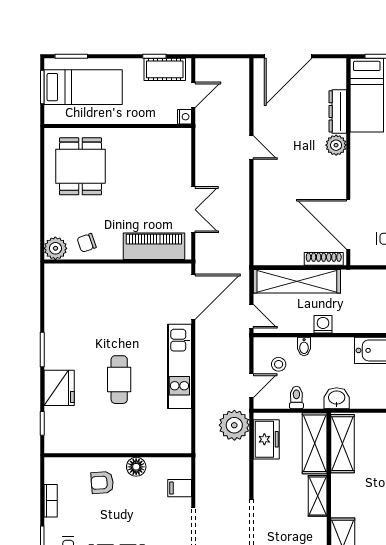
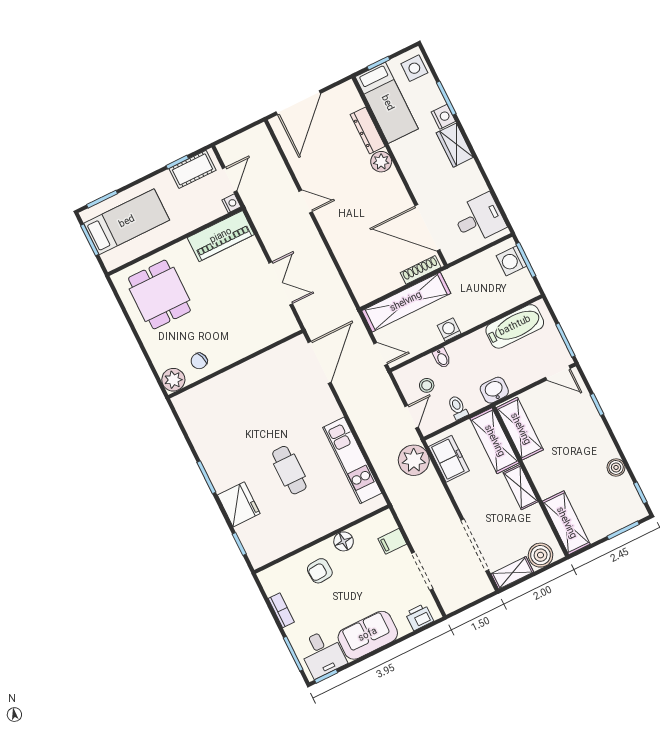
piano: (154, 246) -> (221, 236), moved, turned 180
kitchen unit: (179, 366) -> (352, 460), moved

